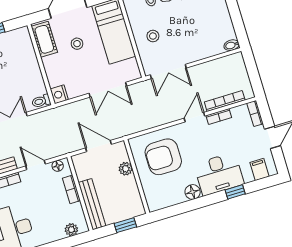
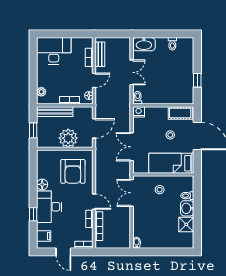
armchair: (163, 157) -> (73, 171), turned 180
plant: (126, 169) -> (68, 138), width x1.88, depth x1.88

